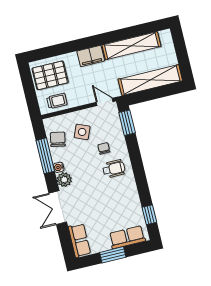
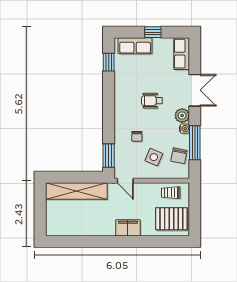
shelving: (131, 46) -> (87, 228), removed
wheelchair: (114, 169) -> (152, 101), moved
window: (113, 255) -> (153, 32), width x0.67

